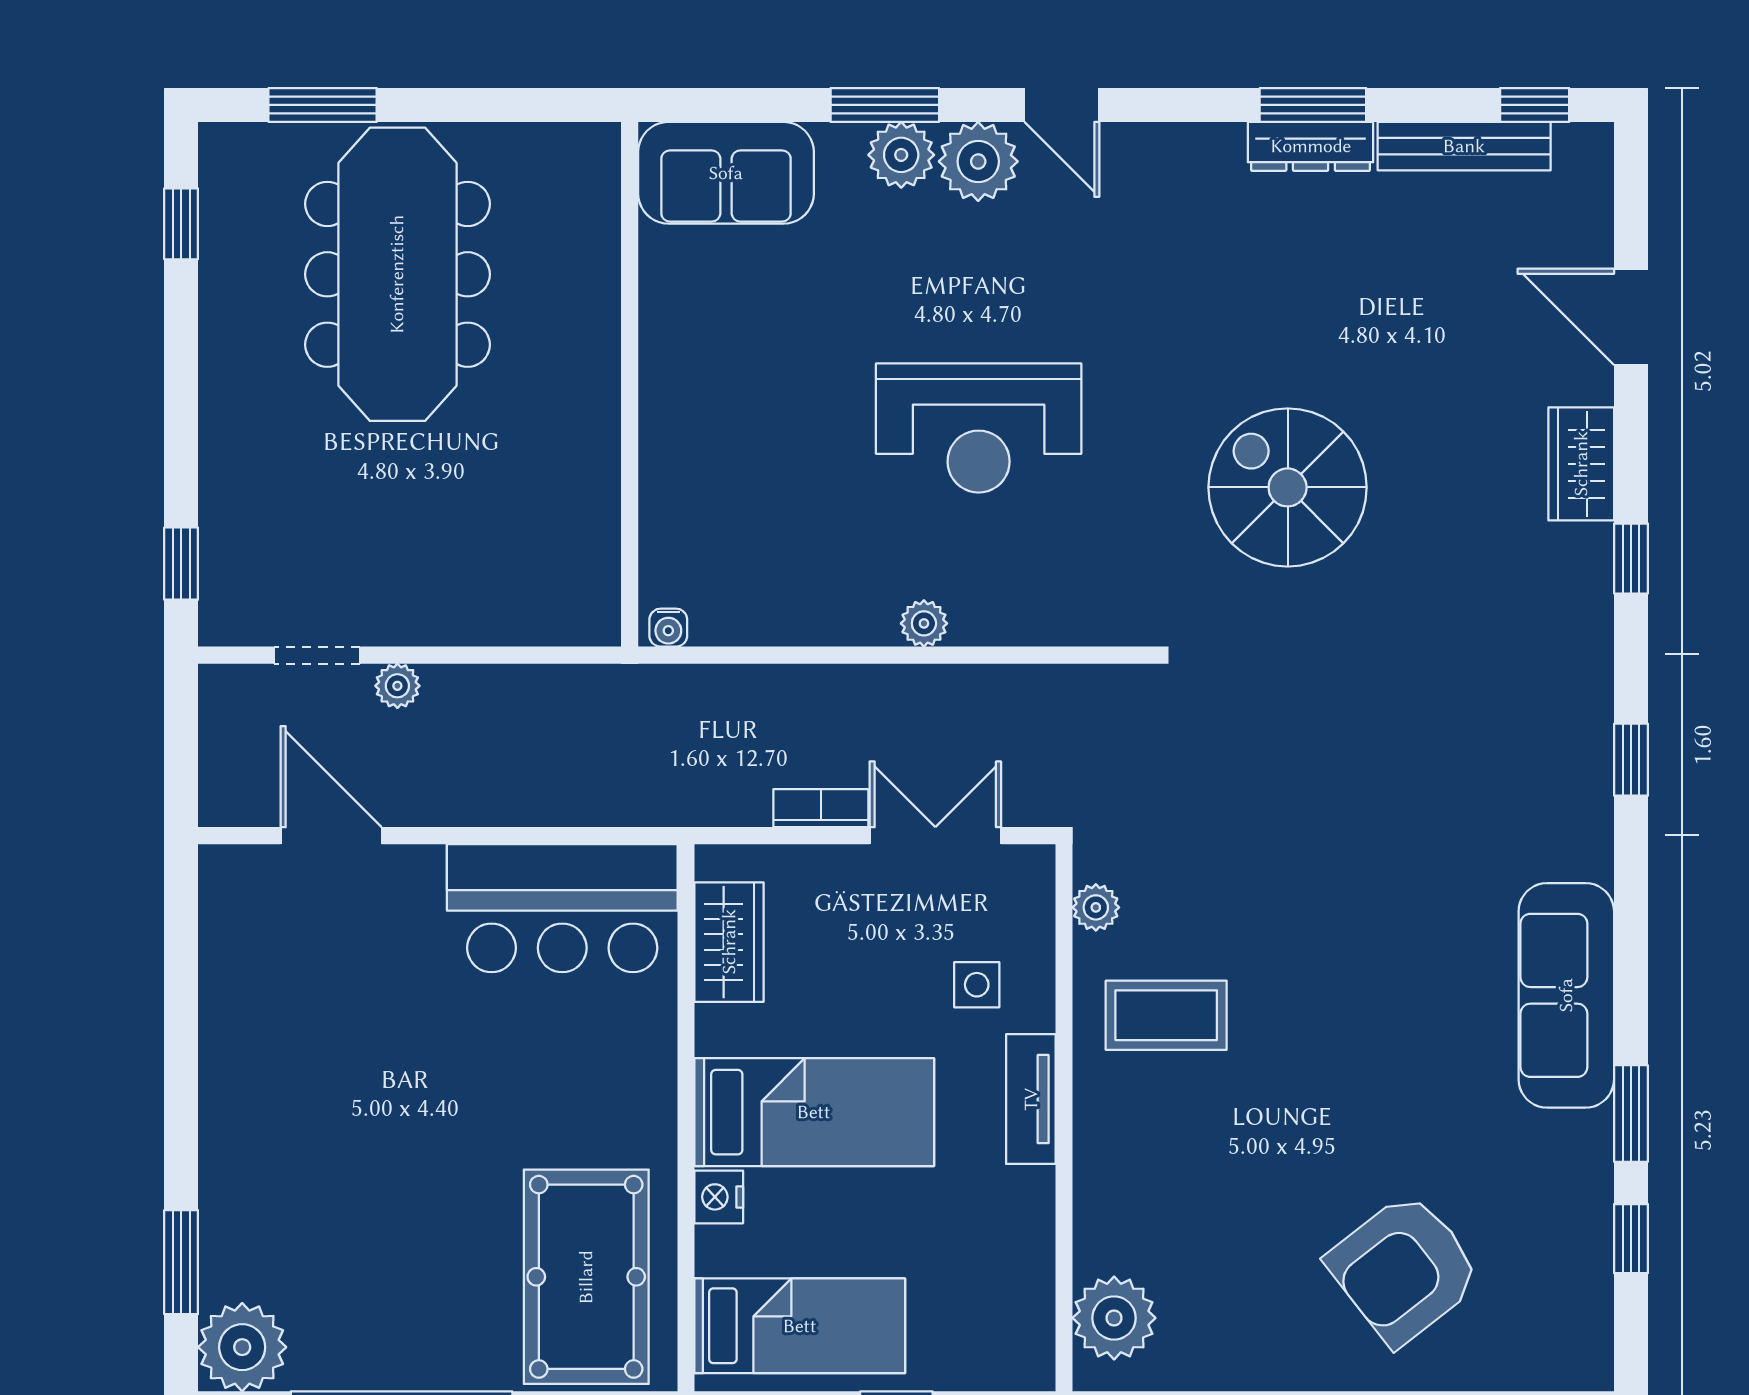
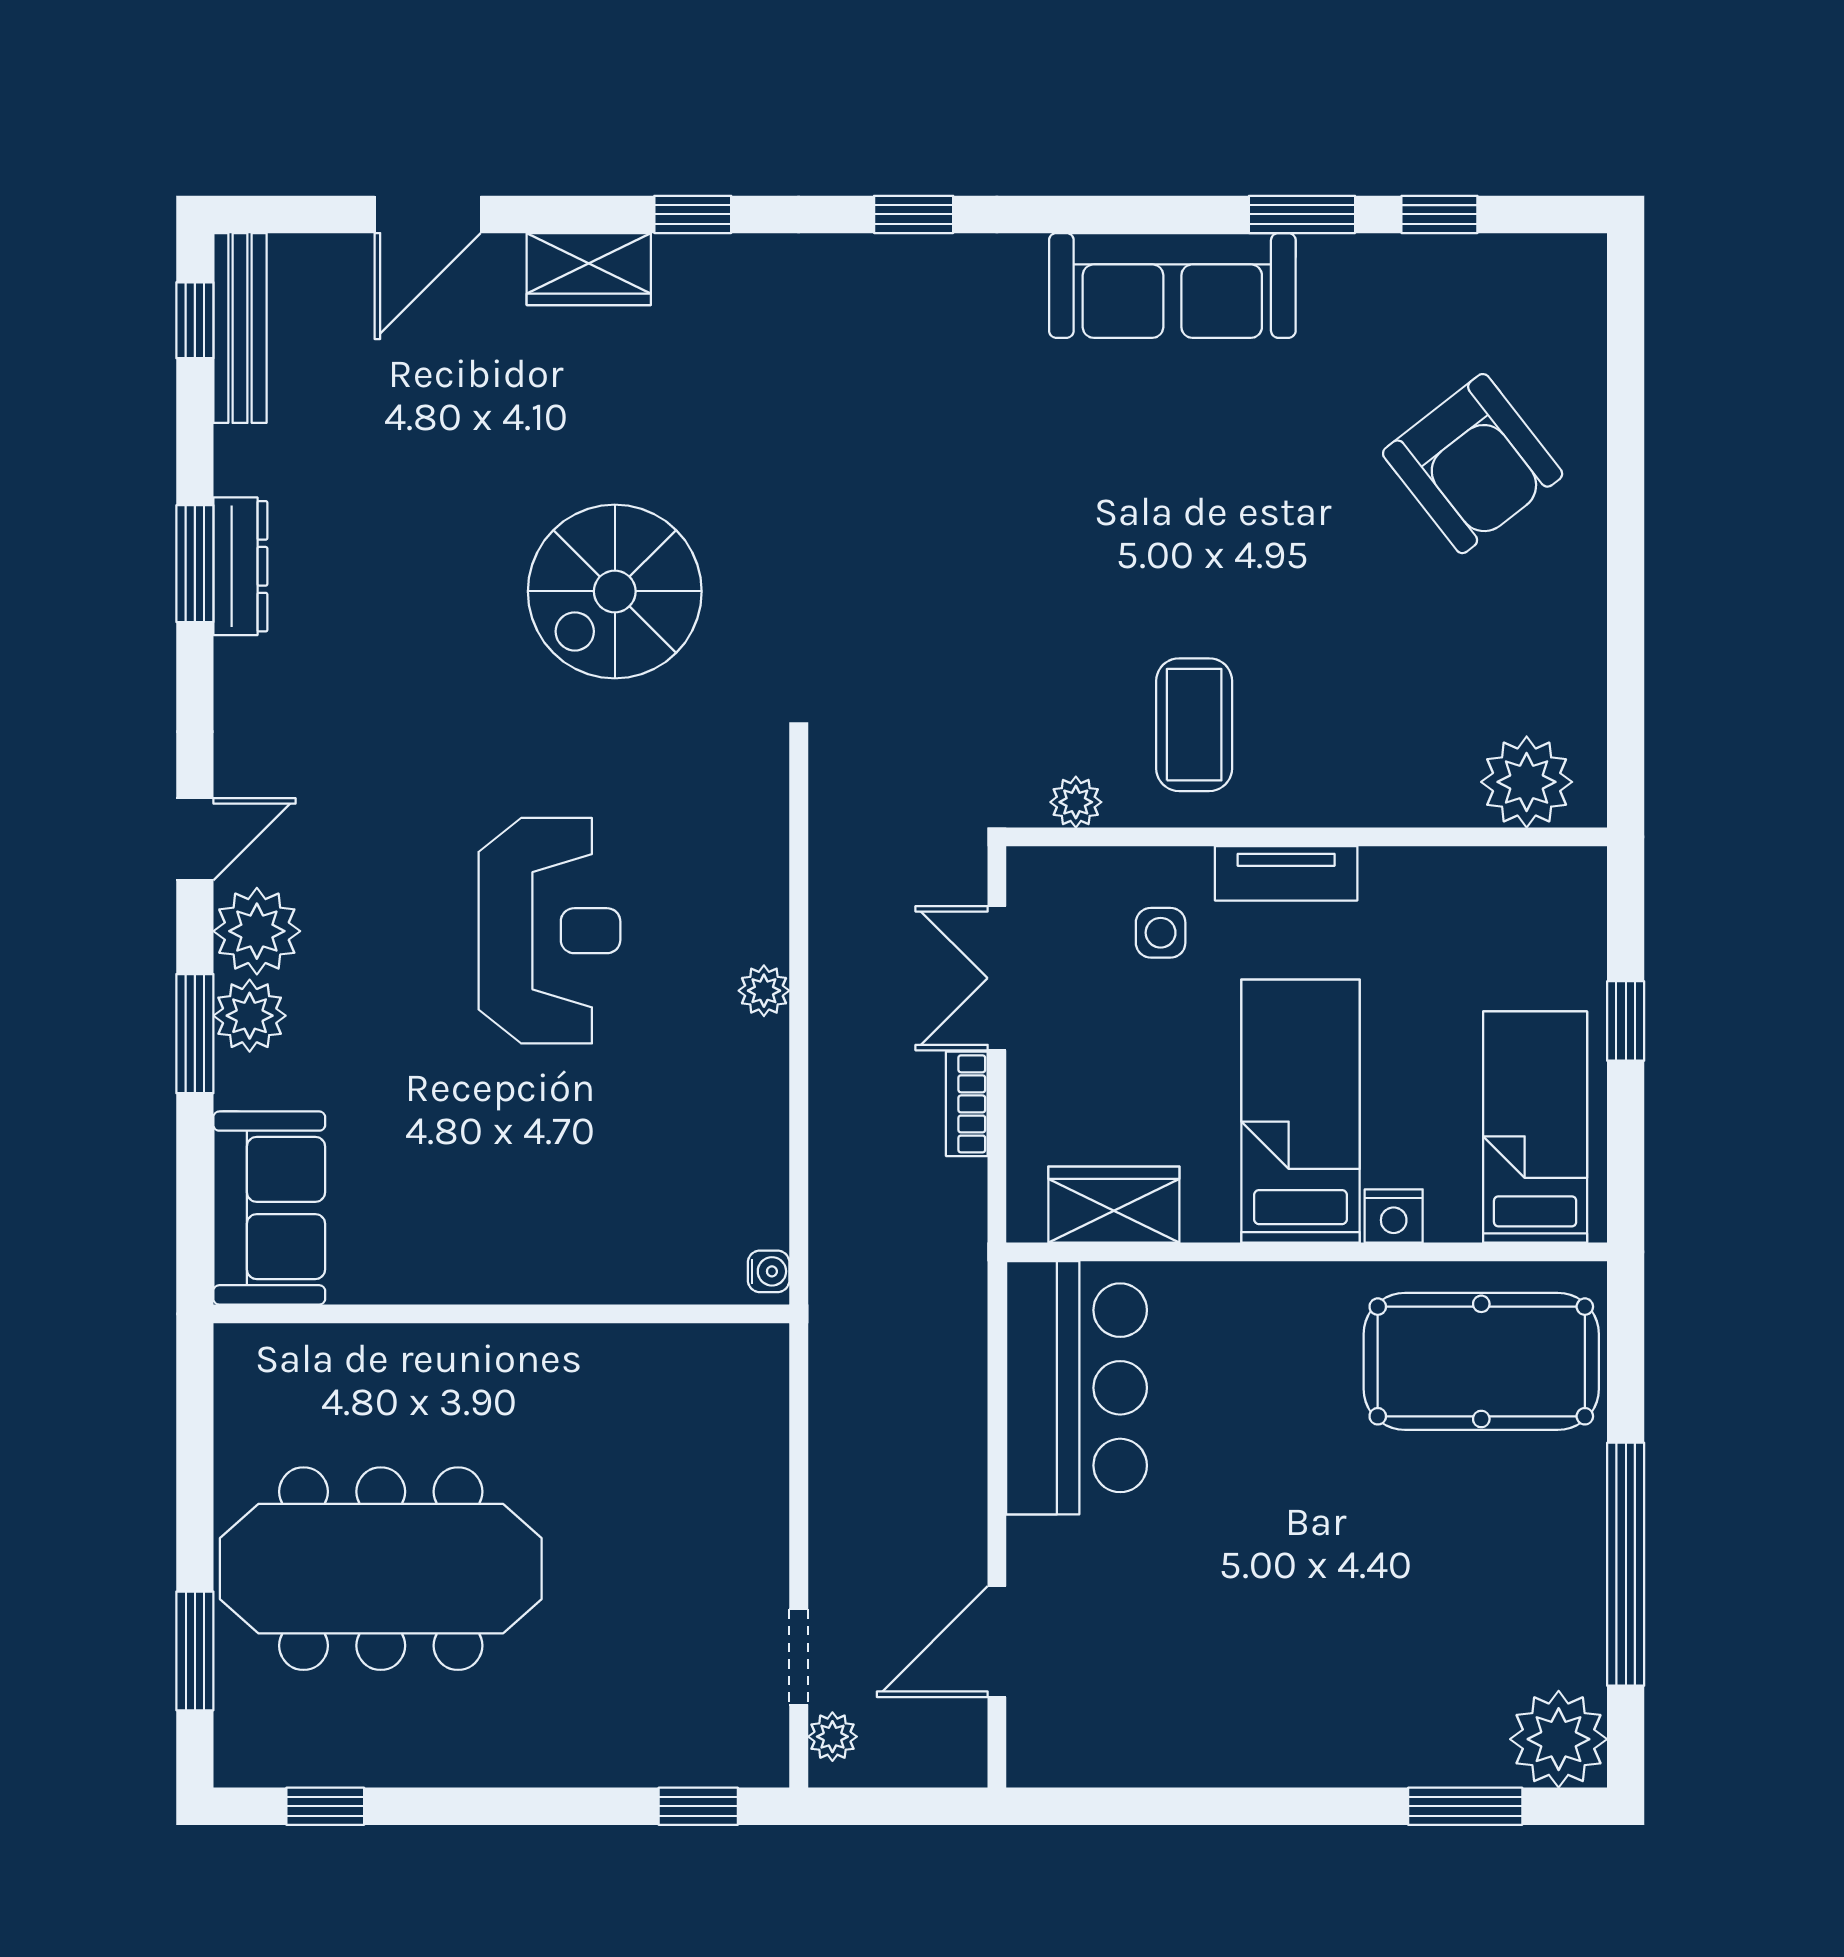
bench: (1464, 146) -> (240, 328), moved
plant: (397, 686) -> (832, 1737), moved

